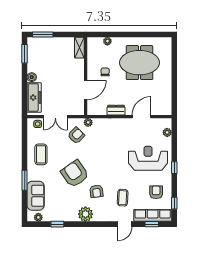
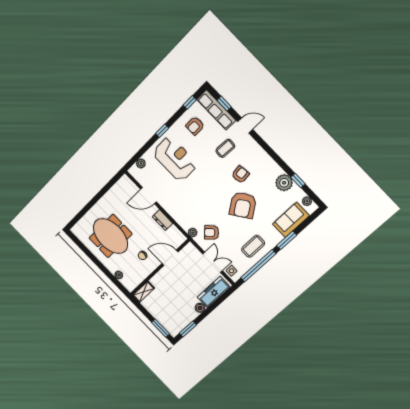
window: (25, 145) -> (258, 266), added
reception desk: (148, 158) -> (175, 159), turned 180
plant: (85, 214) -> (284, 183), moved

